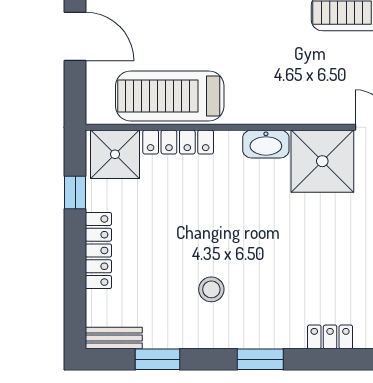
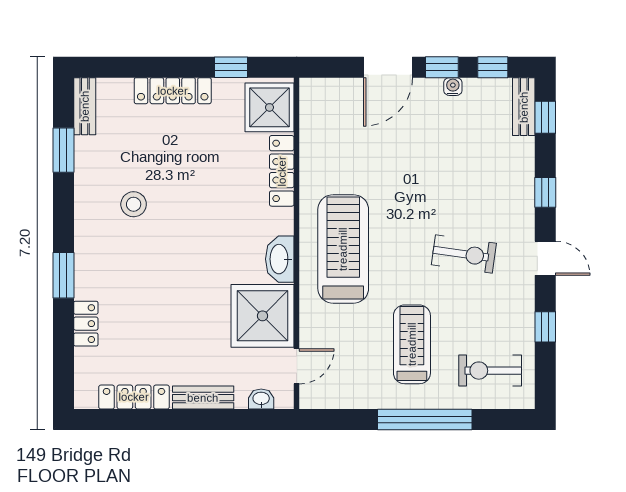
treadmill: (170, 96) -> (343, 249), moved
window: (260, 359) -> (63, 275), moved

